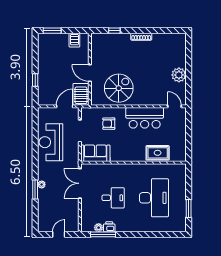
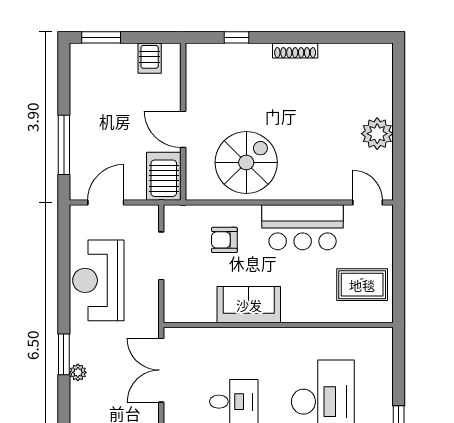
window: (35, 80) -> (64, 145), width x2.17
door: (65, 106) -> (106, 203), moved
sofa: (95, 153) -> (249, 305), moved
rug: (158, 153) -> (362, 285), moved
window: (35, 189) -> (64, 354), moved

